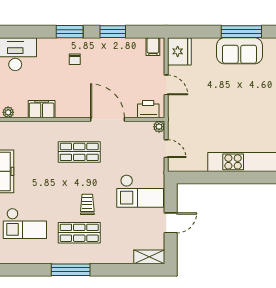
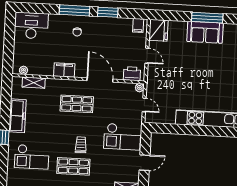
window: (70, 32) -> (74, 10), width x1.44
filing cabinet: (42, 109) -> (64, 70), moved
shelving: (22, 128) -> (34, 83), added

